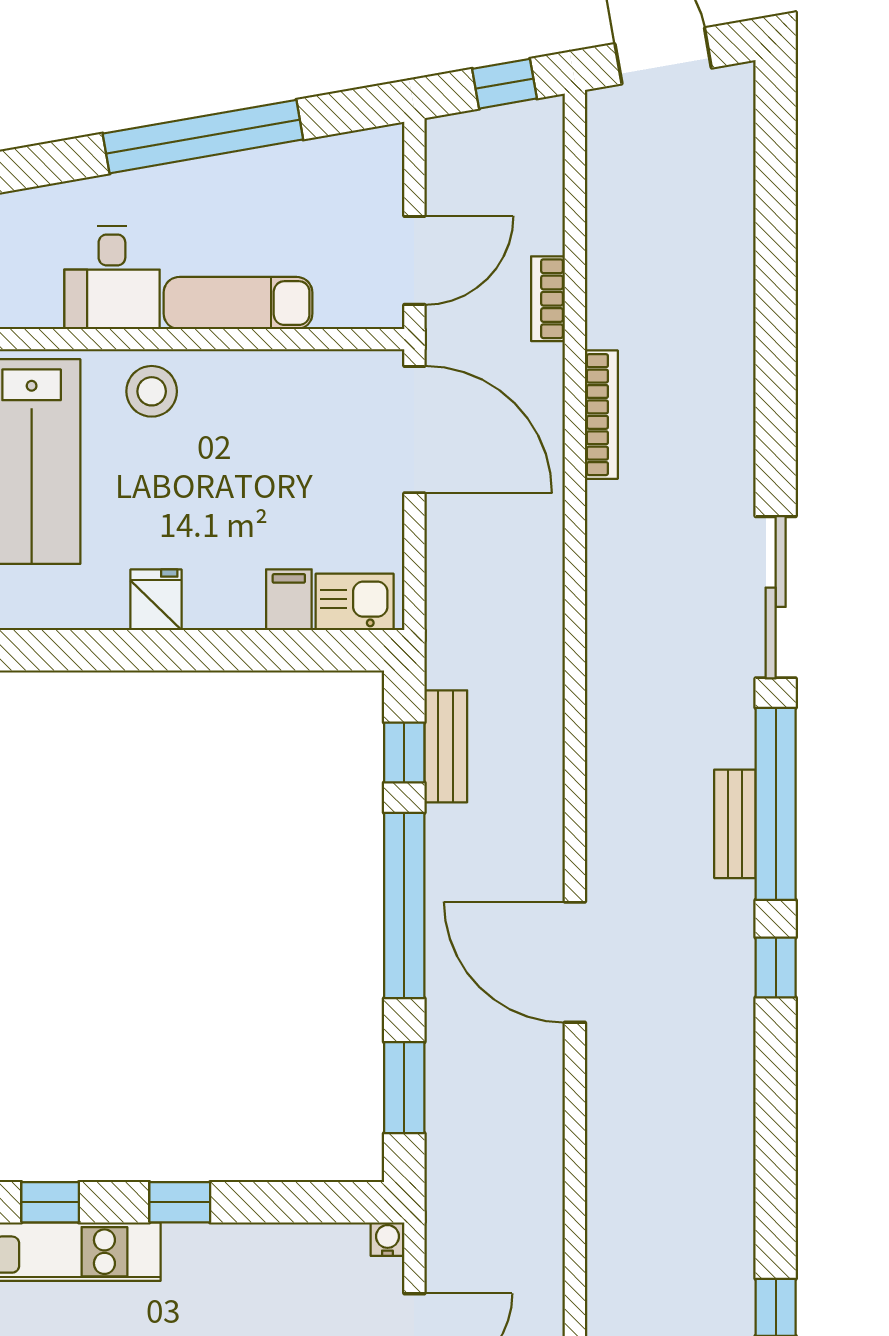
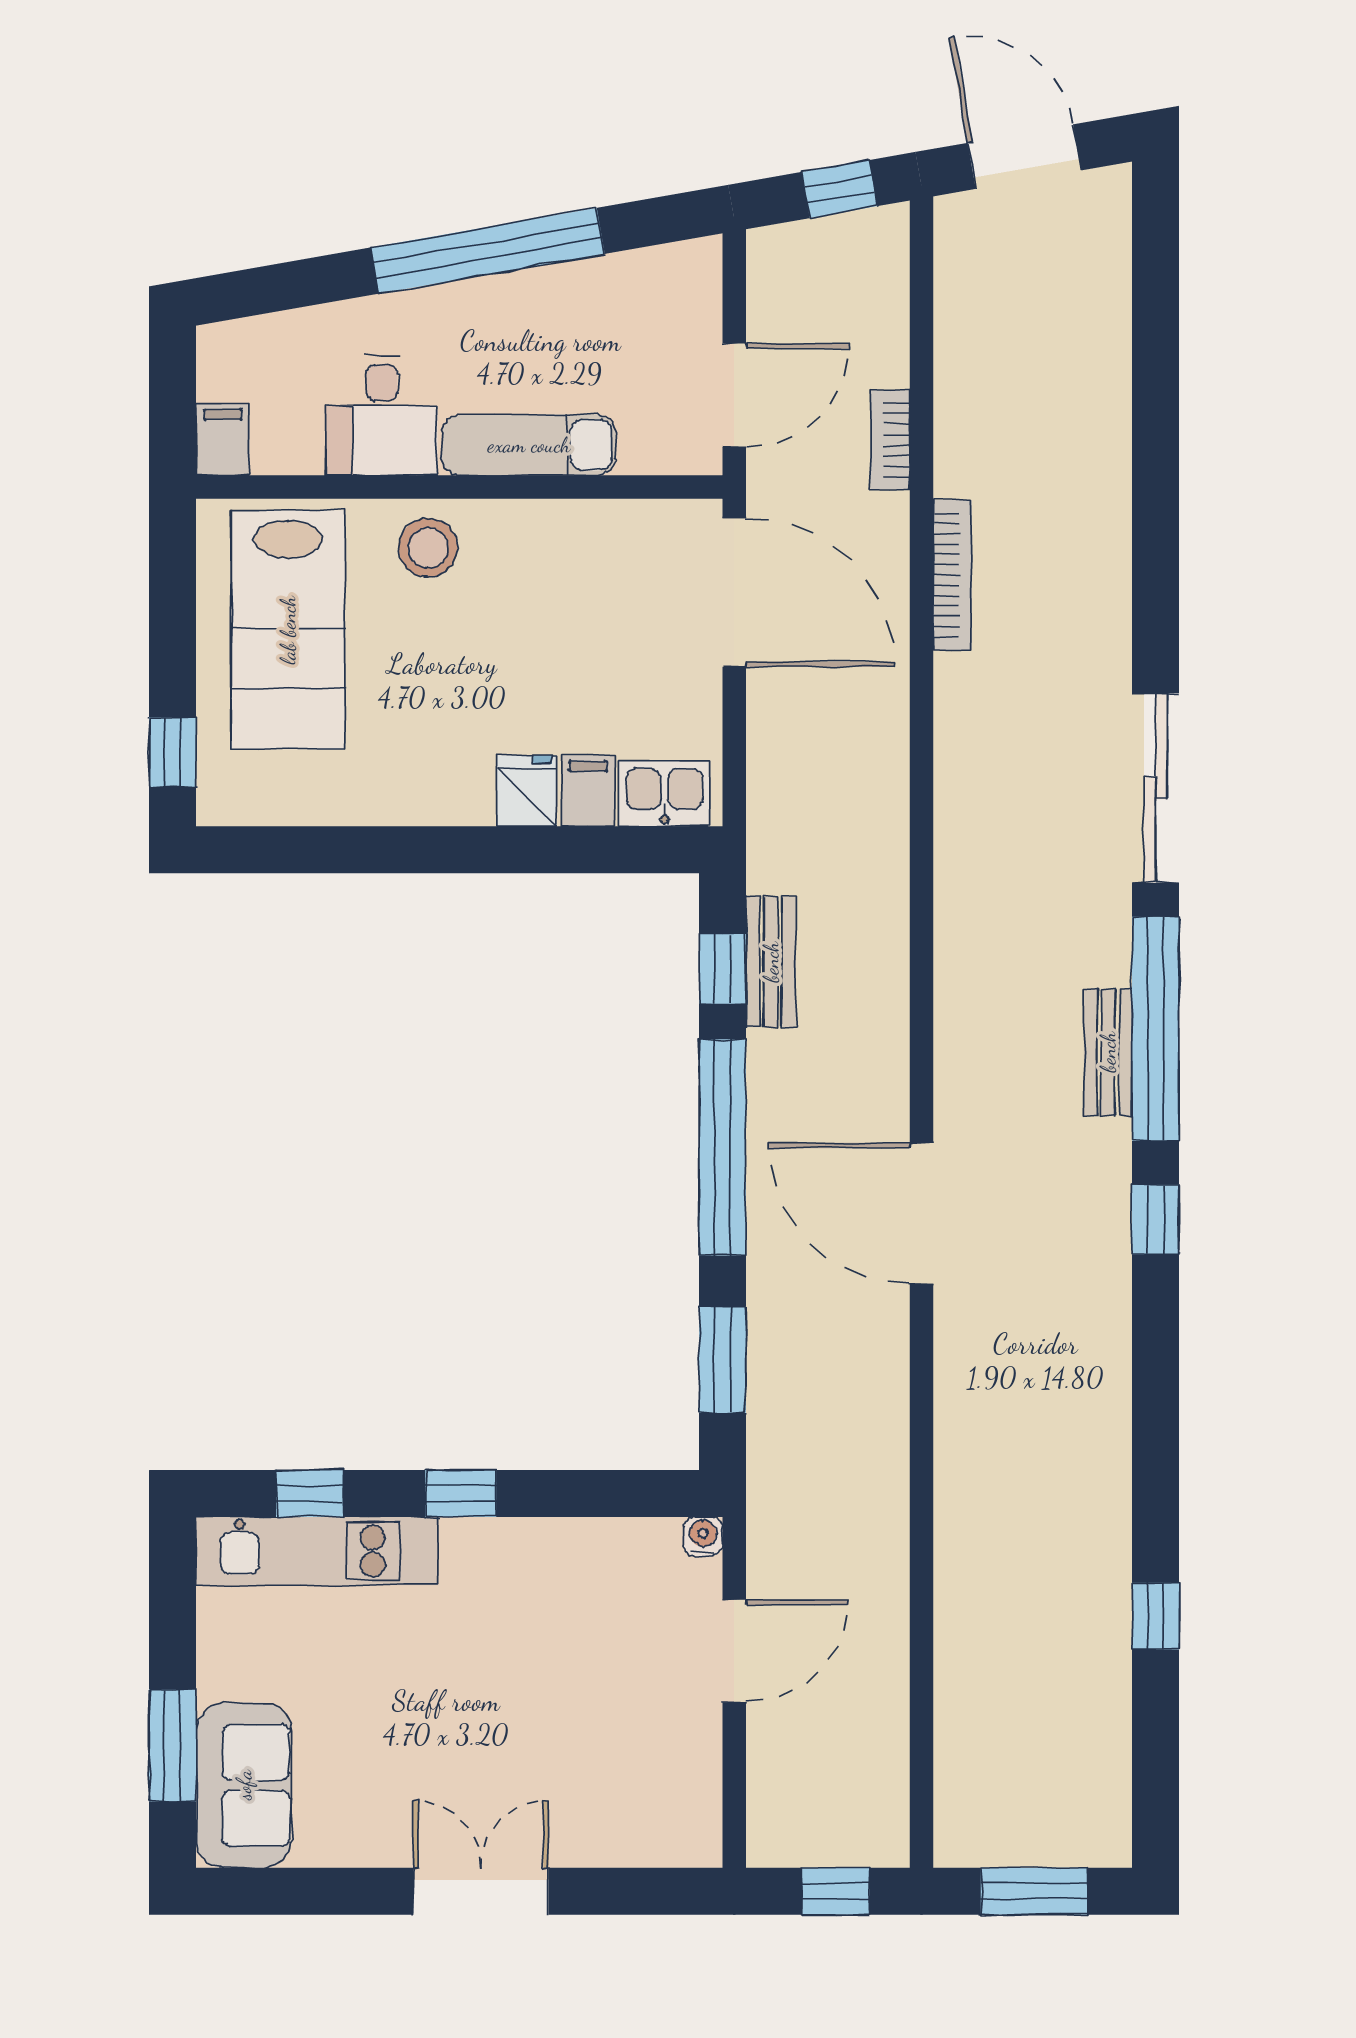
fridge: (156, 600) -> (527, 791), moved

